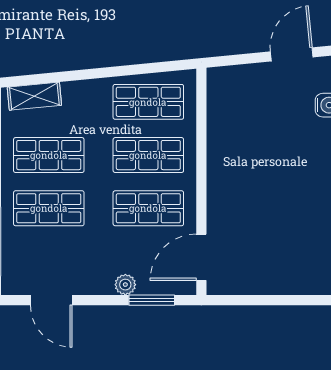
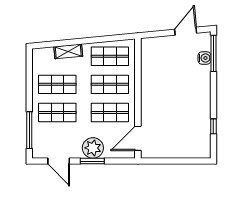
shelving: (34, 96) -> (68, 51), moved
plant: (125, 285) -> (93, 148), width x1.87, depth x1.87
window: (152, 300) -> (92, 161), moved

